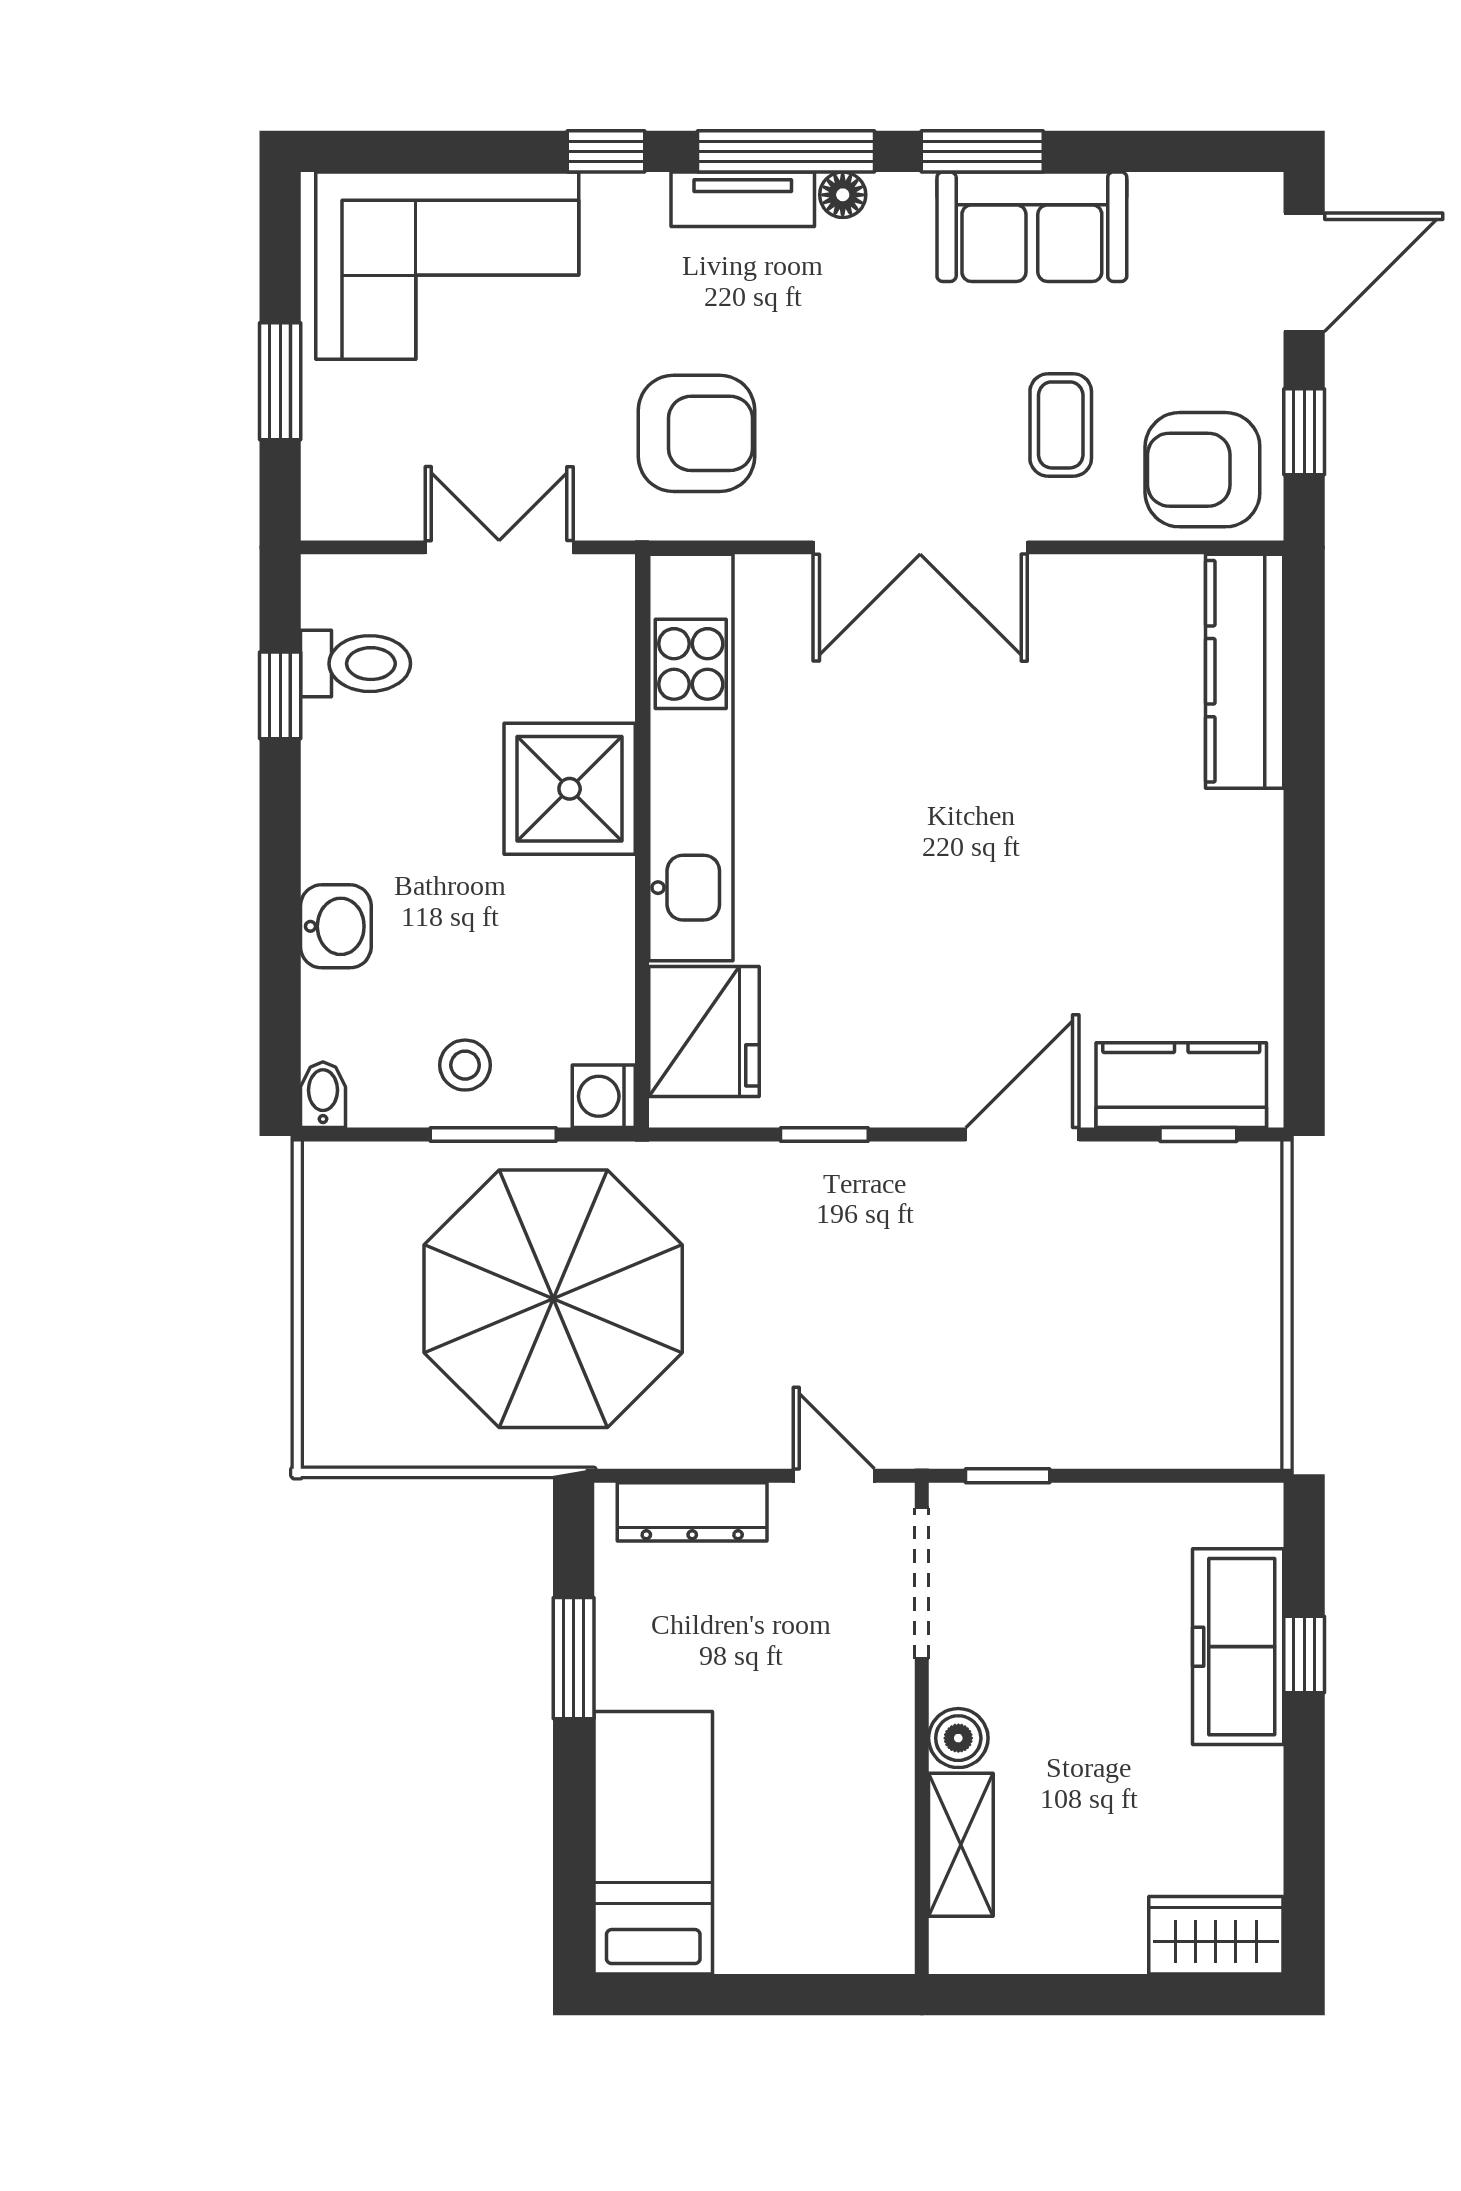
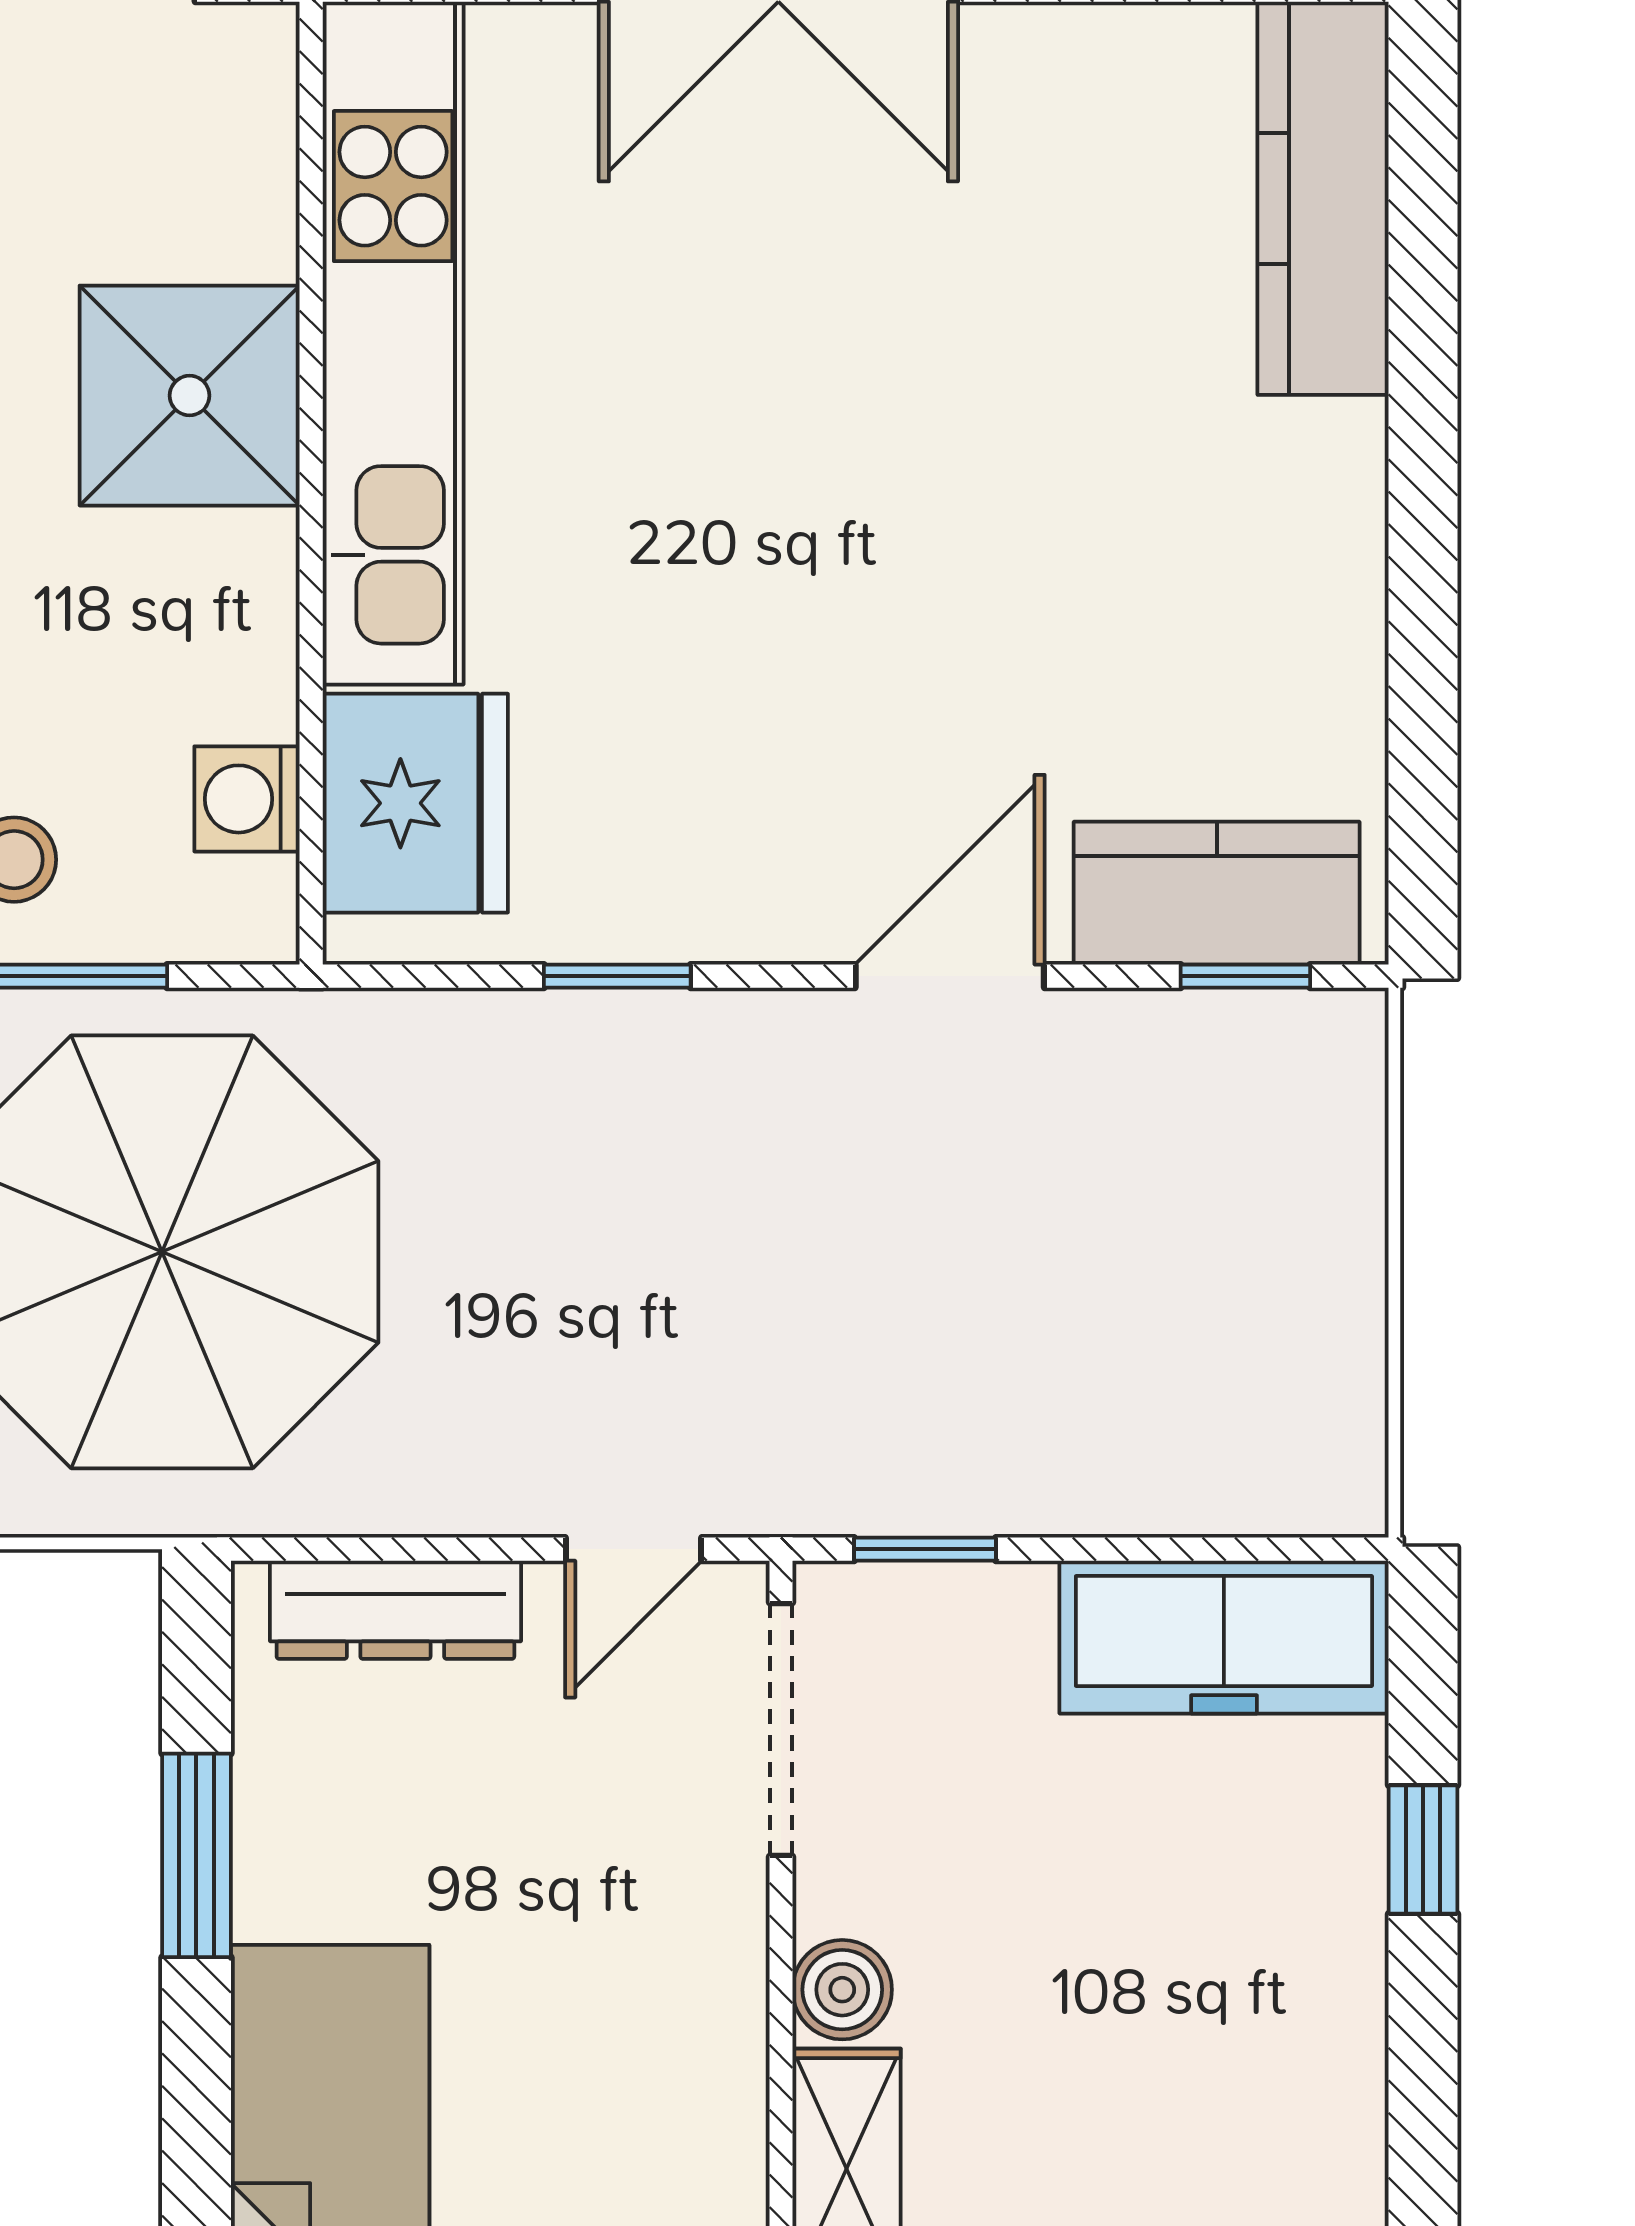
washing machine: (604, 1096) -> (247, 799), moved
door: (834, 1476) -> (633, 1549), swing flipped
freezer: (1238, 1647) -> (1224, 1637), moved, turned -90

